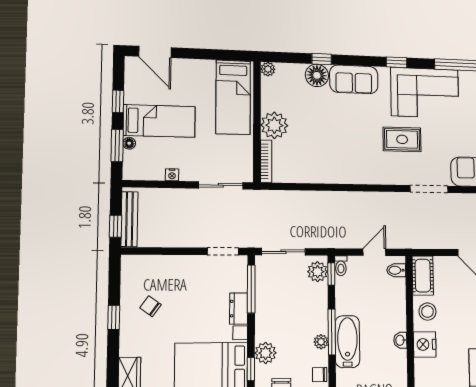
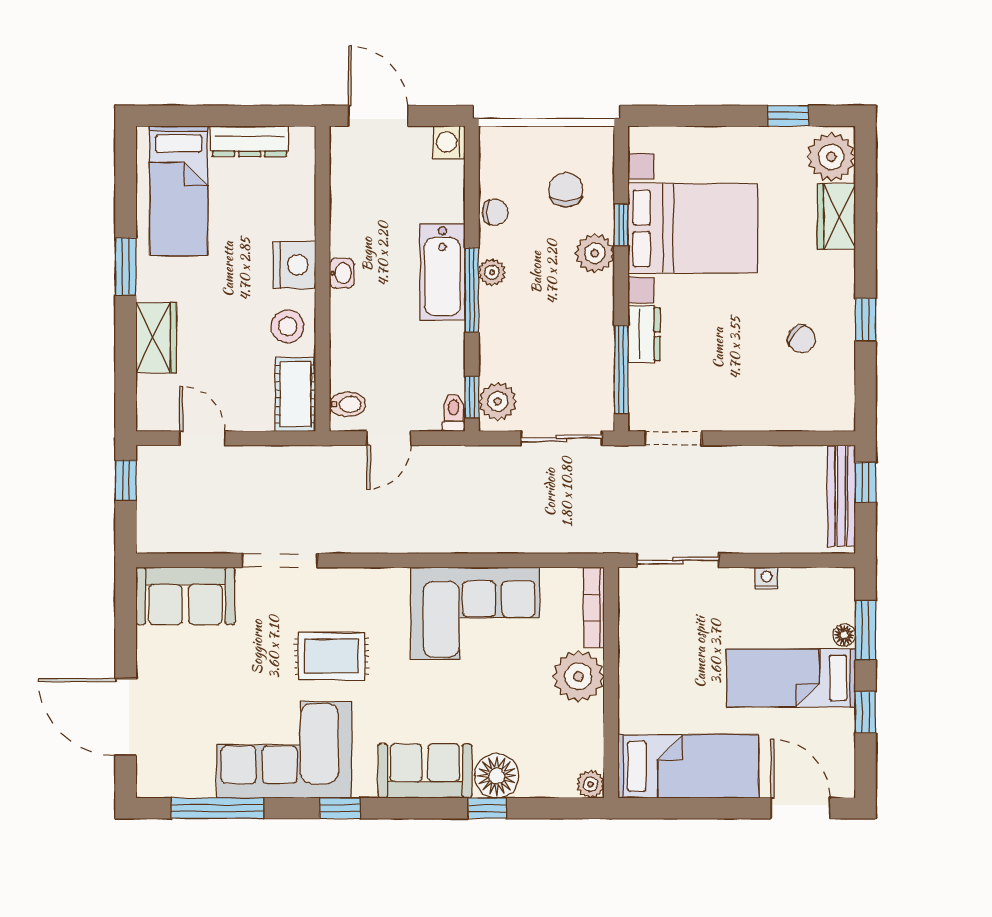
bed: (233, 97) -> (688, 766), moved, turned 90
corner sofa: (329, 160) -> (475, 613), added

